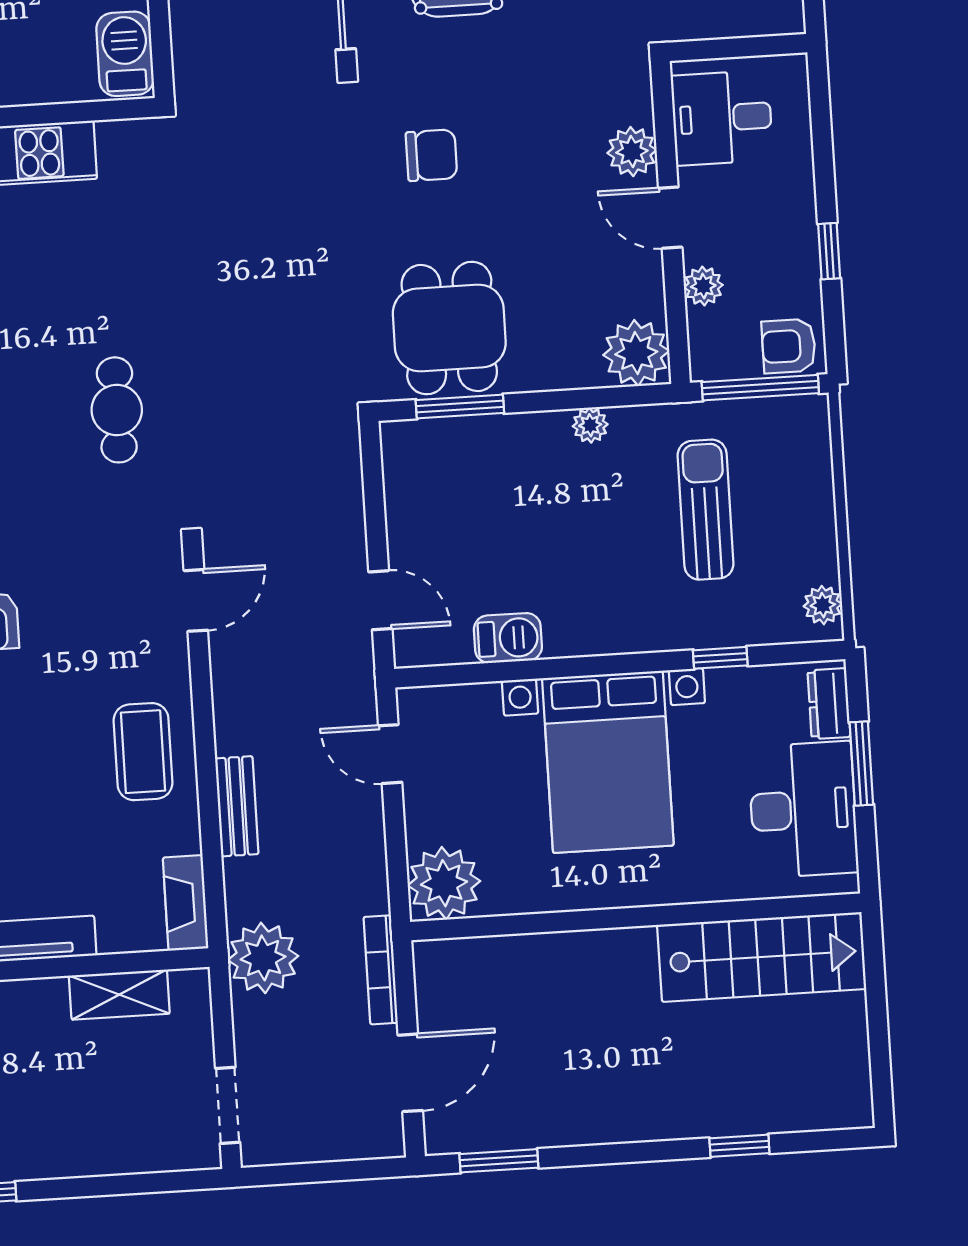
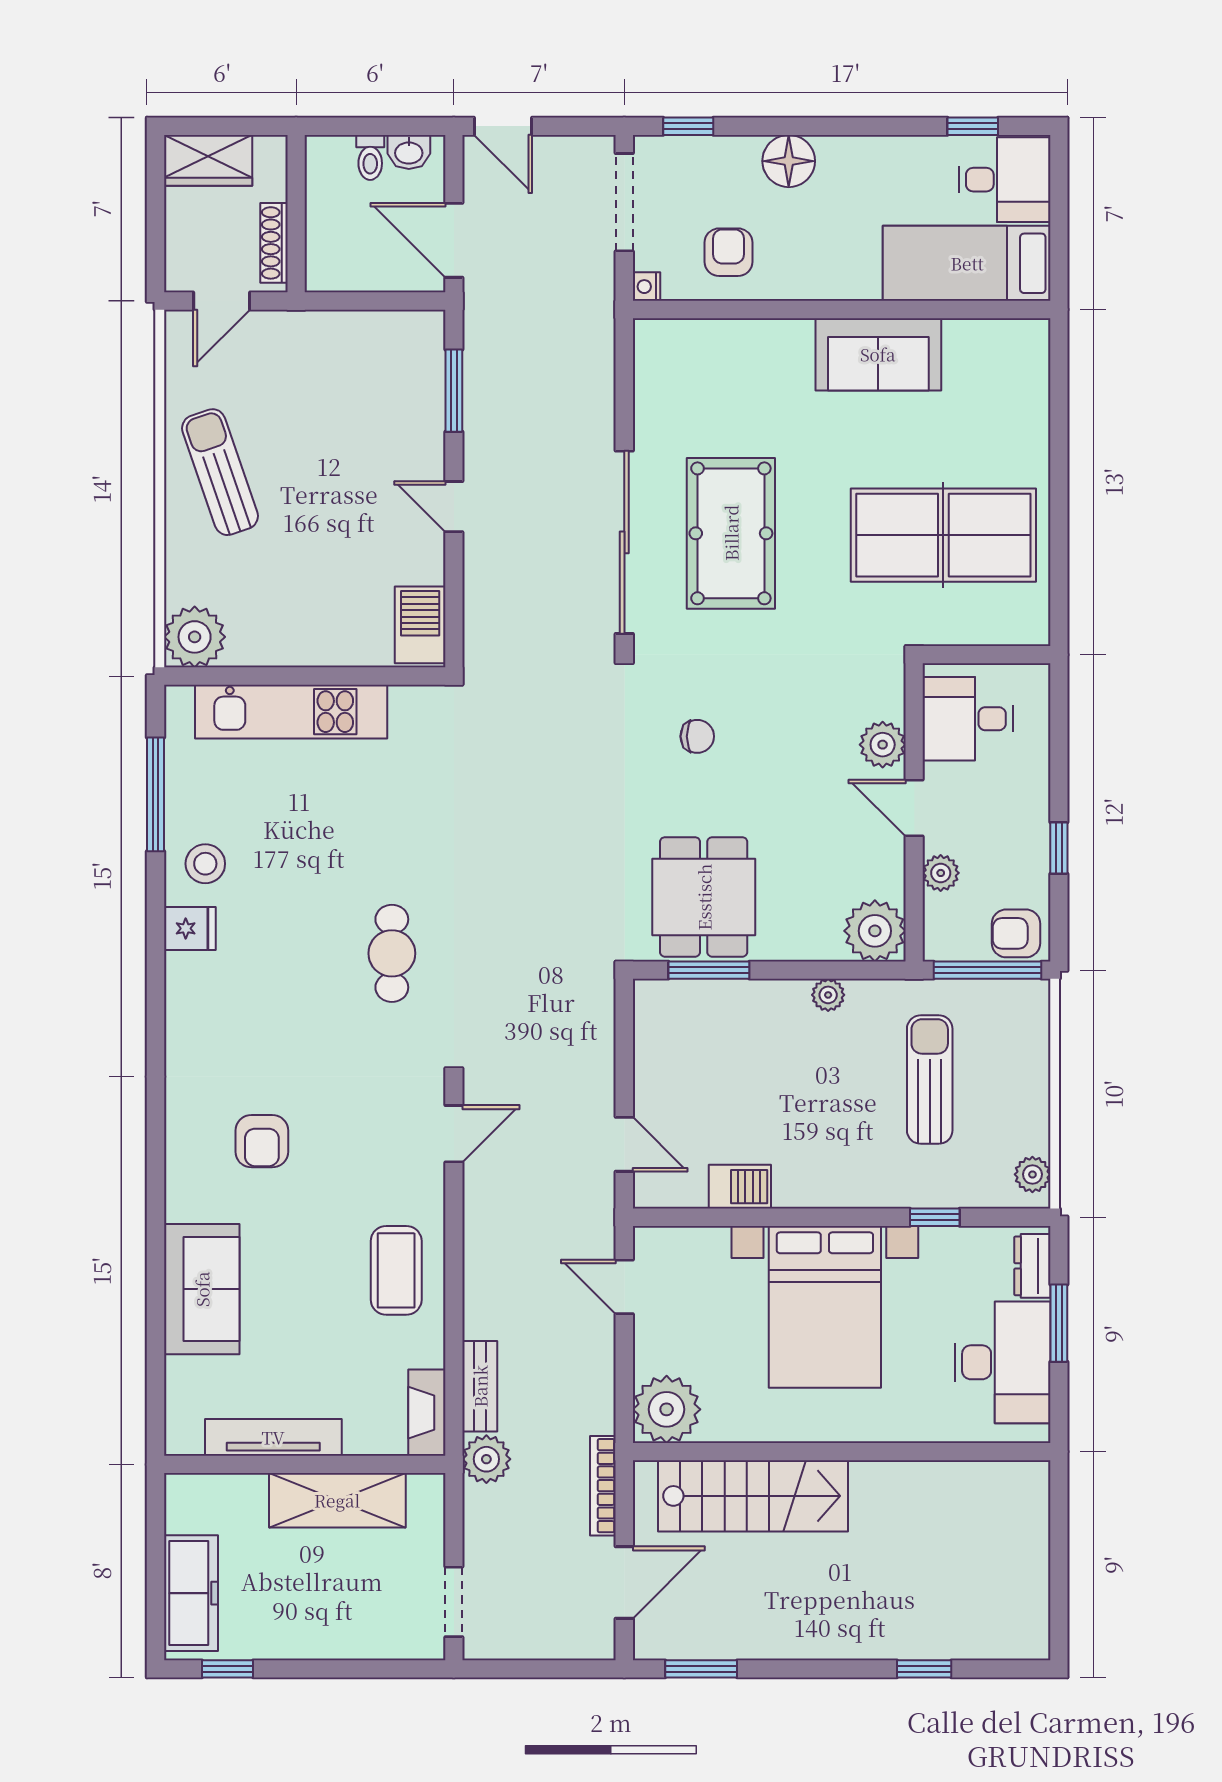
chair: (431, 155) -> (697, 736), width x0.73, depth x0.73
bench: (237, 806) -> (480, 1386), moved
stairs: (762, 957) -> (753, 1496), moved
plant: (263, 958) -> (486, 1459), width x0.73, depth x0.73
shelving: (119, 995) -> (337, 1500), width x1.50, depth x1.33

